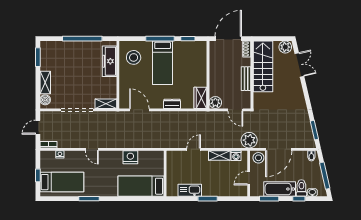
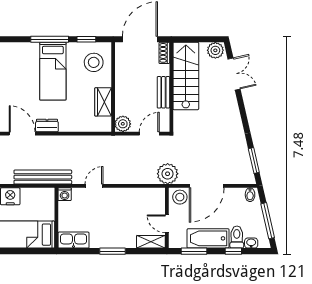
stool: (134, 57) -> (94, 62), moved
wardrobe: (200, 98) -> (103, 102), moved
dresser: (172, 104) -> (47, 126), moved
door: (235, 110) -> (149, 134), swing flipped
bench: (155, 143) -> (43, 177), added
shelving: (219, 156) -> (151, 242), moved
washing machine: (236, 156) -> (65, 194), moved
door: (249, 178) -> (167, 224), hinge flipped
kitchen sink: (190, 190) -> (73, 240), moved

